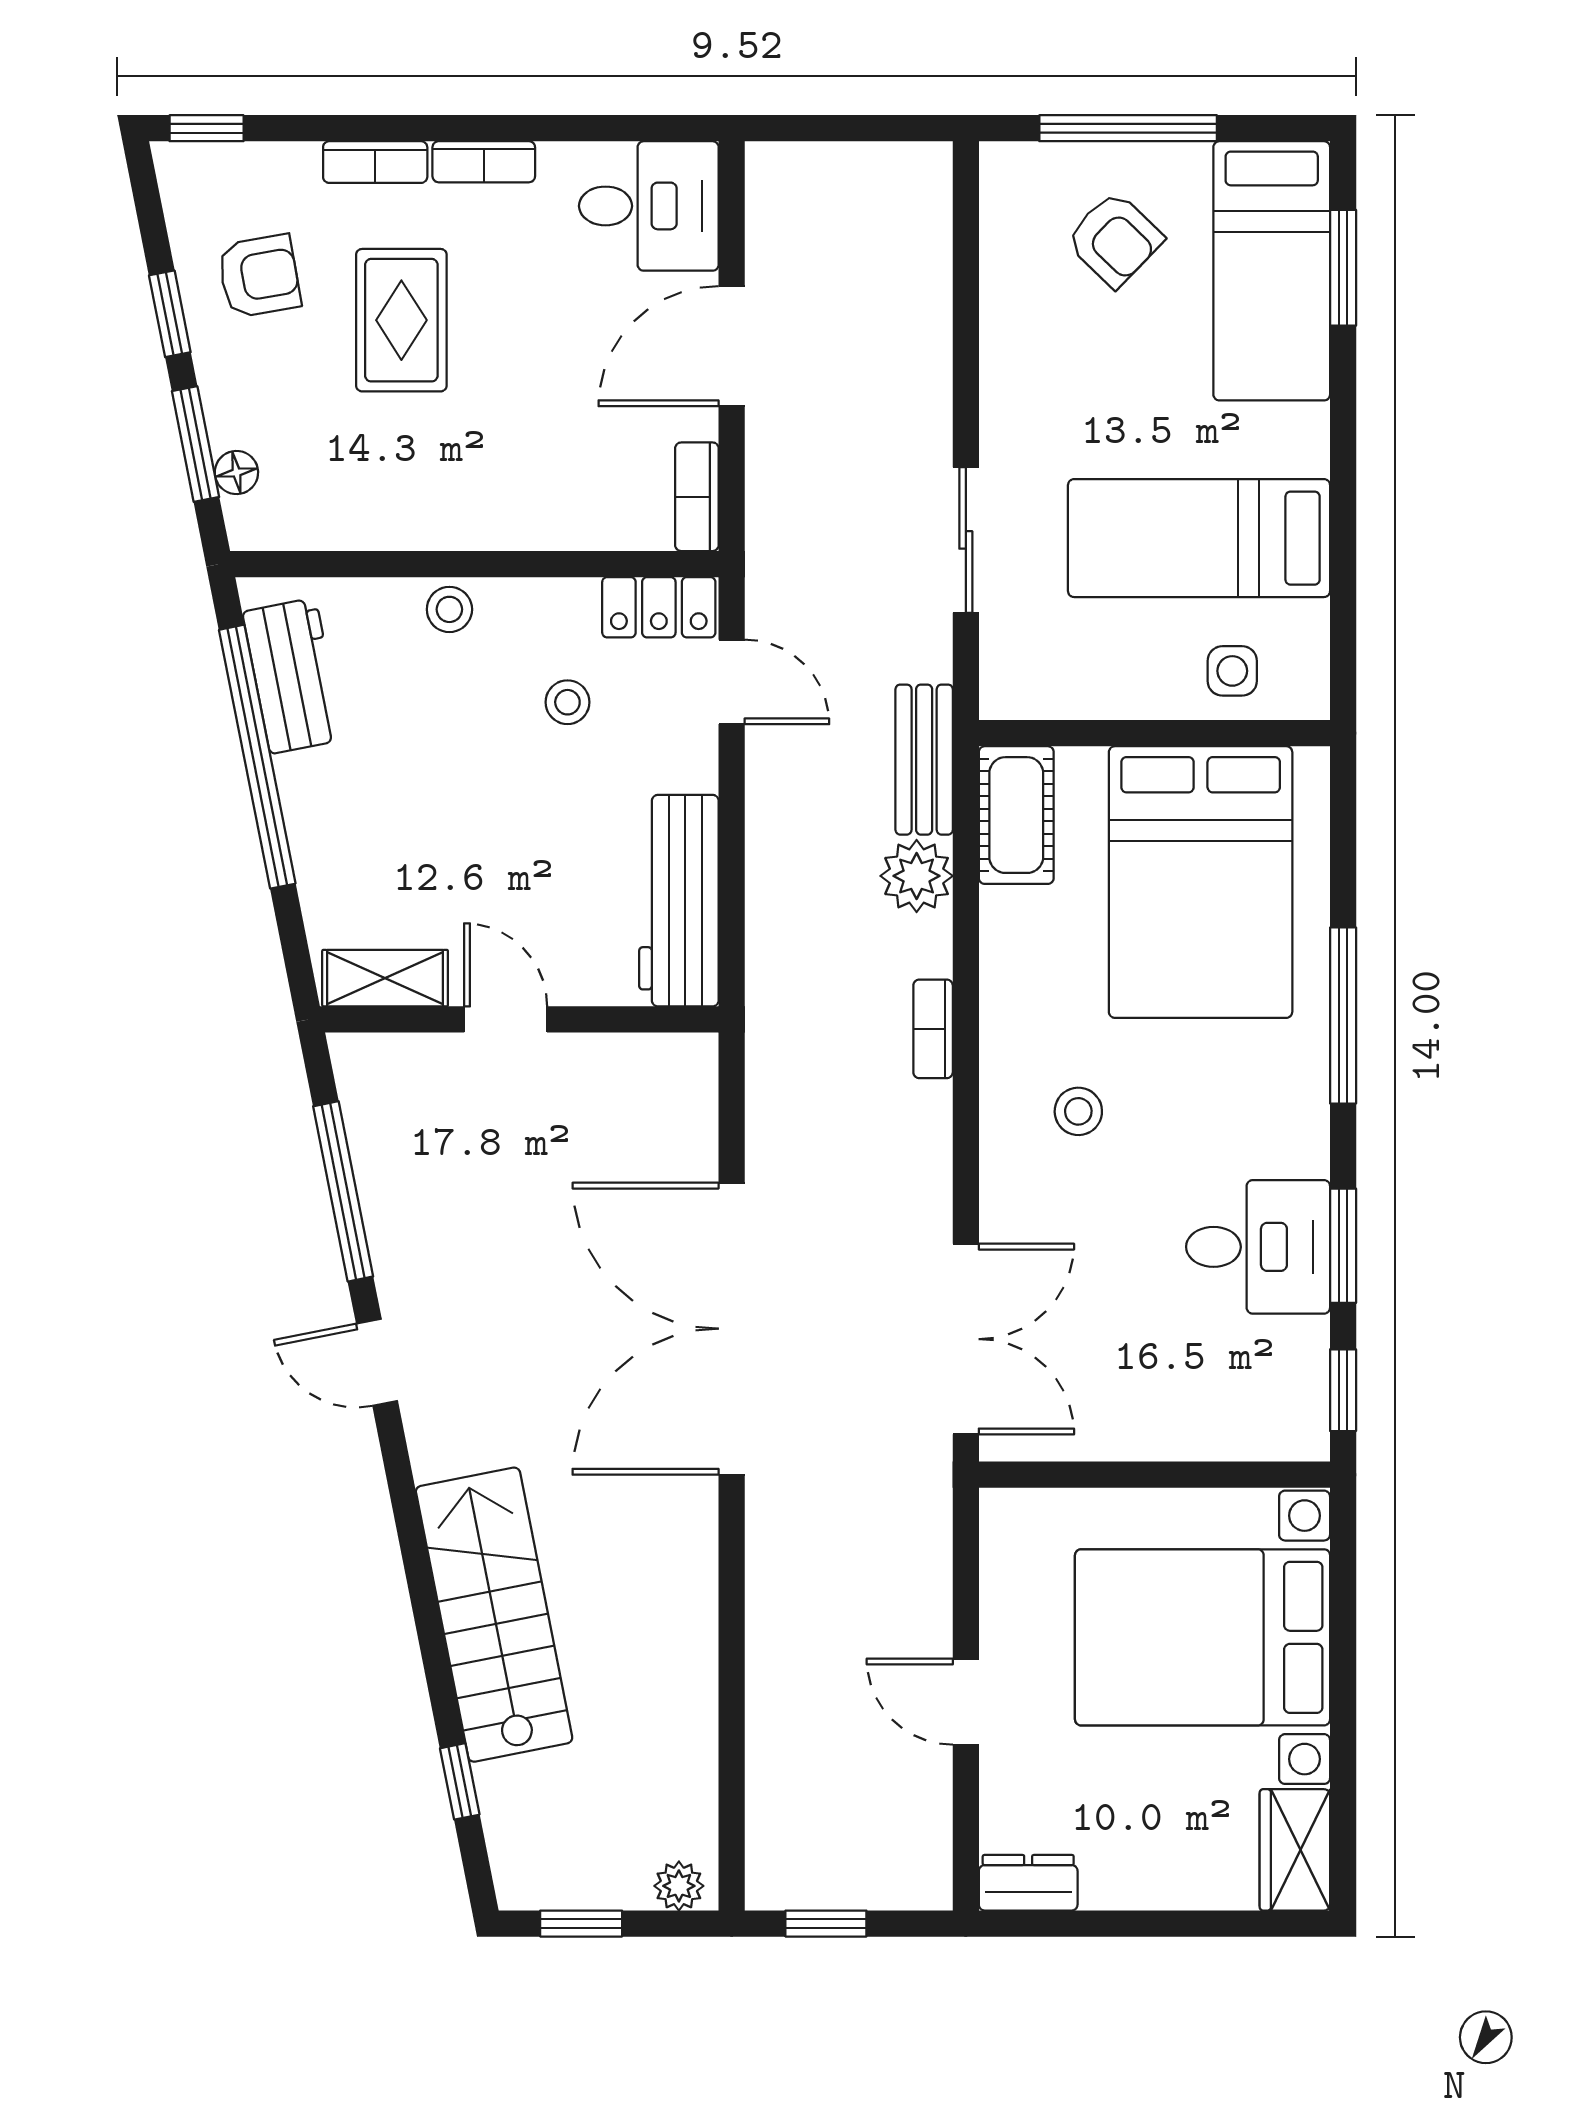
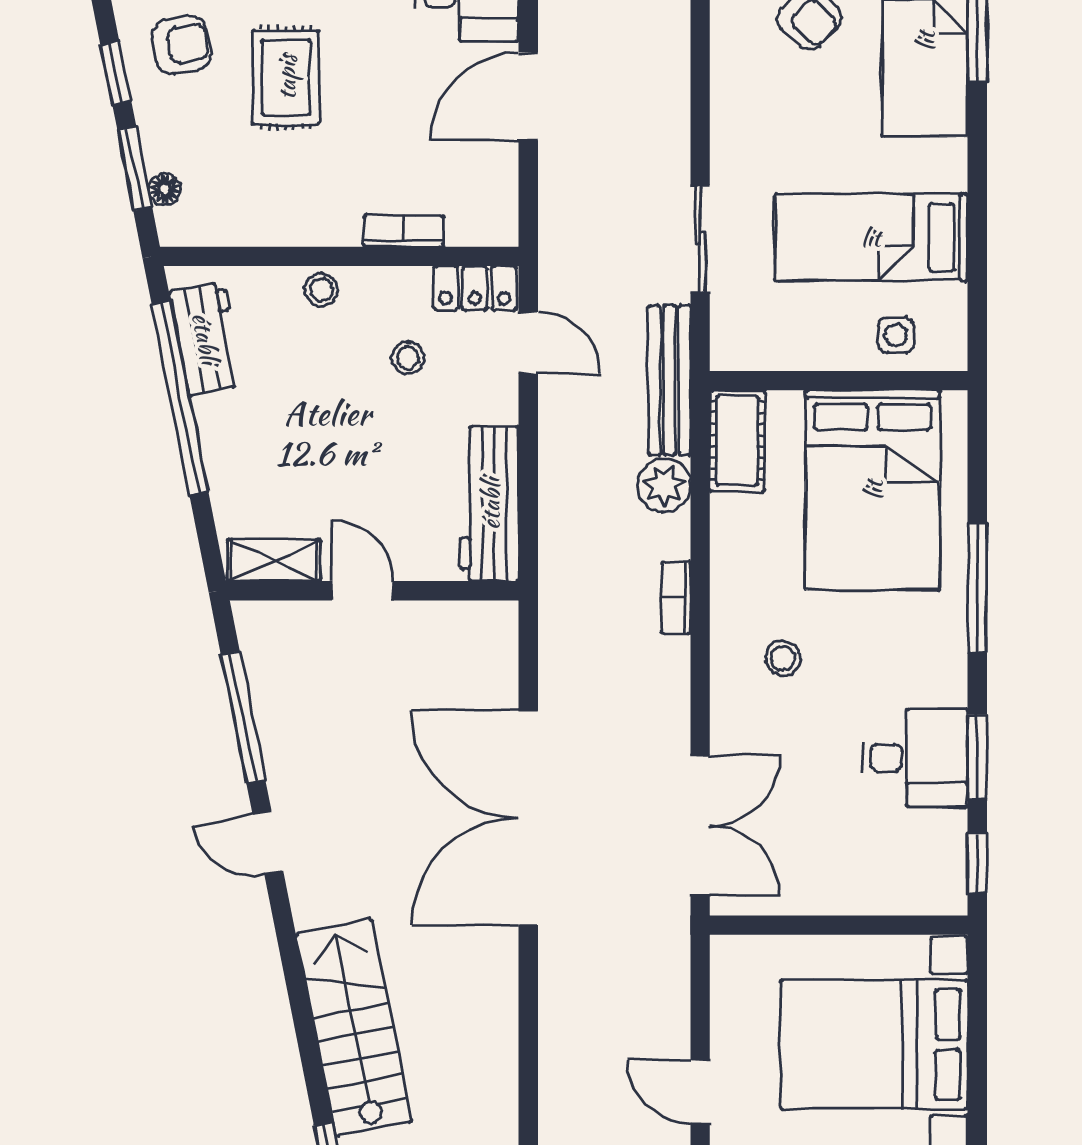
bookcase: (697, 497) -> (404, 231), moved, turned 90
bench: (924, 760) -> (670, 380), width x1.36

